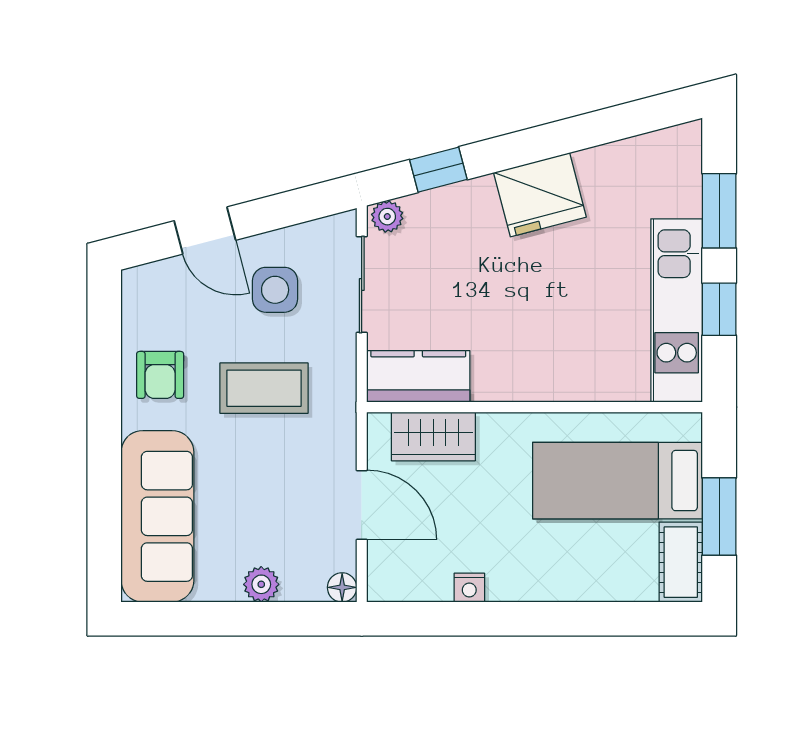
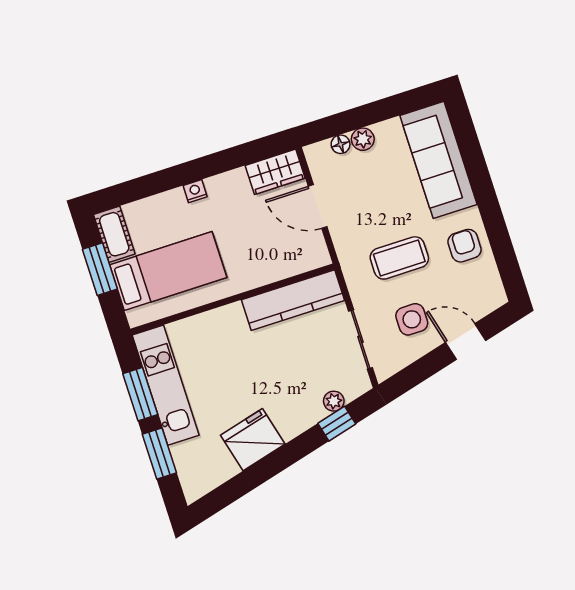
fridge: (540, 195) -> (253, 440), moved
plant: (387, 217) -> (334, 401), moved
window: (719, 309) -> (140, 394), width x1.50
kitchen counter: (418, 376) -> (293, 300), width x1.50
wardrobe: (433, 437) -> (275, 172), moved, turned 180
floor lamp: (342, 587) -> (341, 144), moved
nightstand: (469, 588) -> (195, 191), moved

